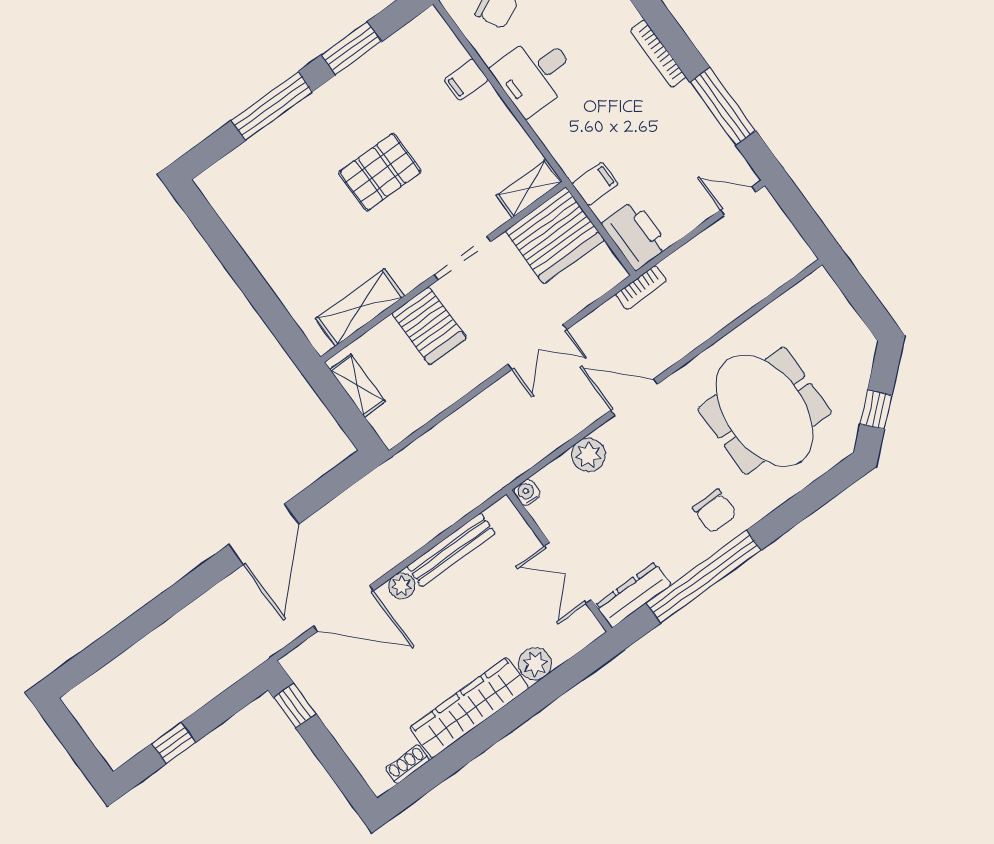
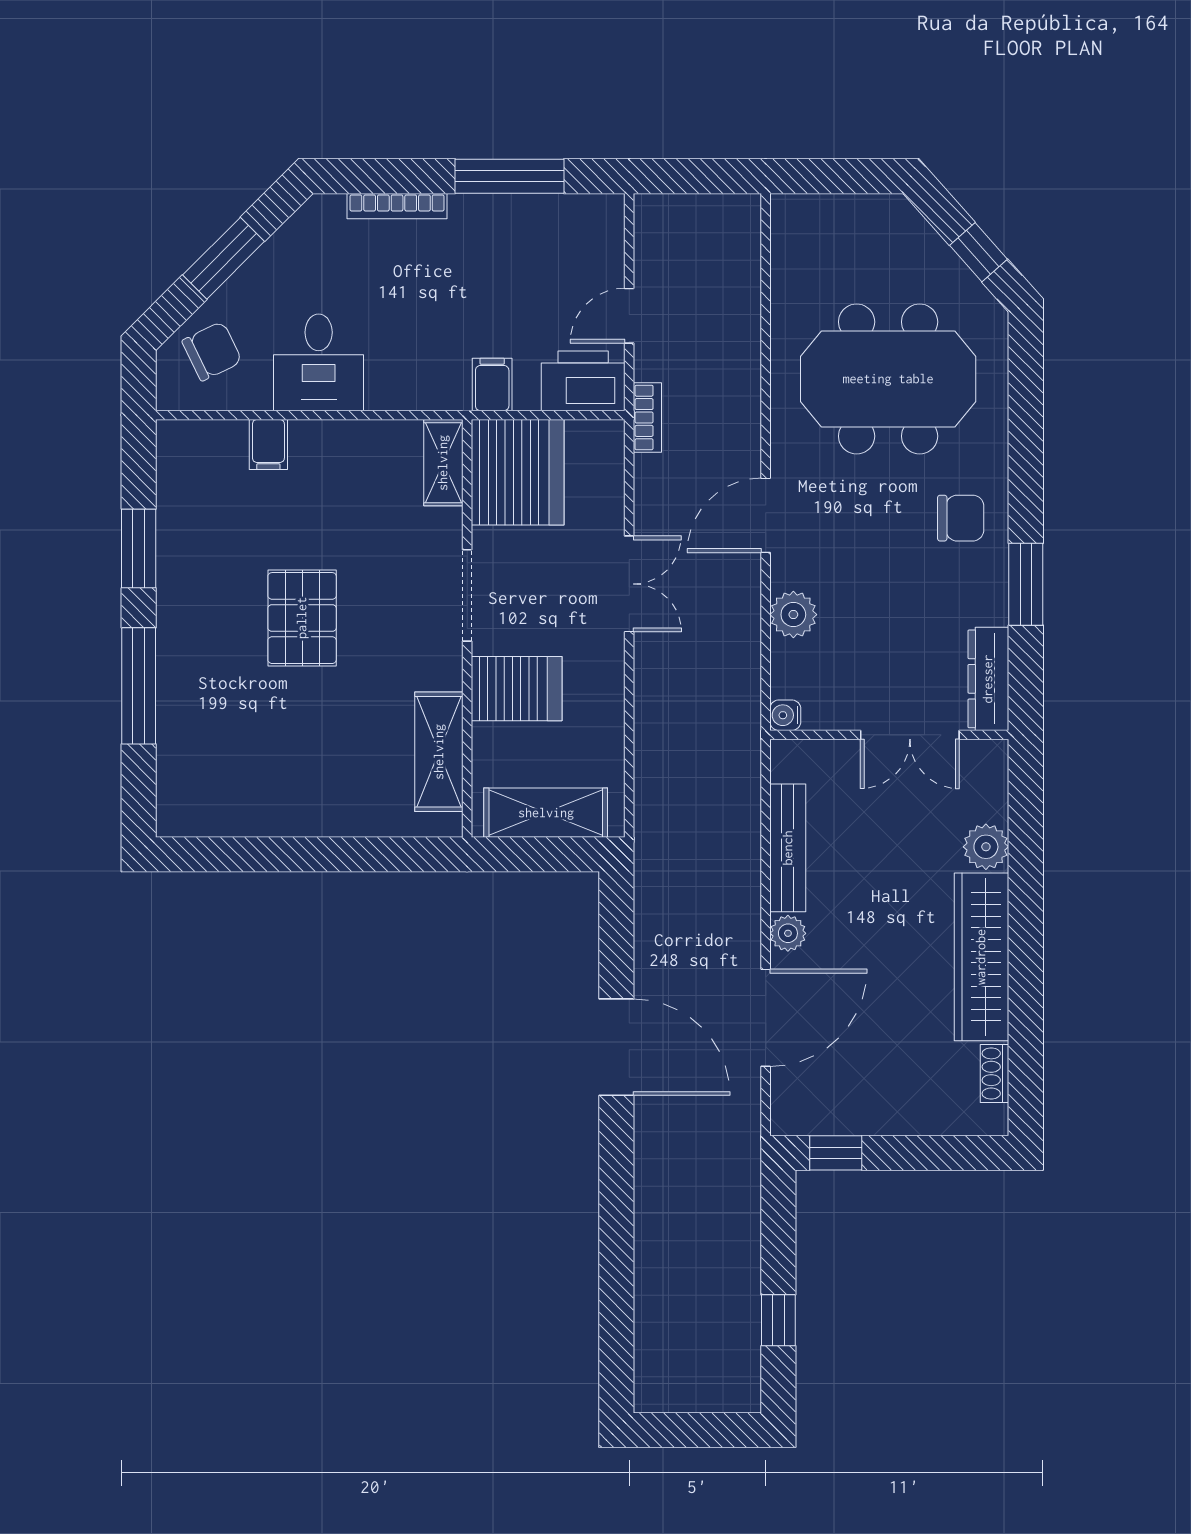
door: (738, 201) -> (629, 316), moved
shelving: (357, 385) -> (546, 813), width x1.50, depth x1.33
window: (704, 577) -> (1026, 584), width x0.47

